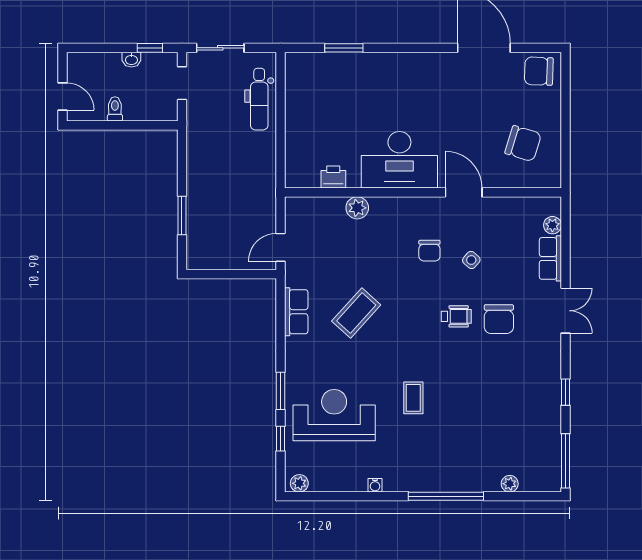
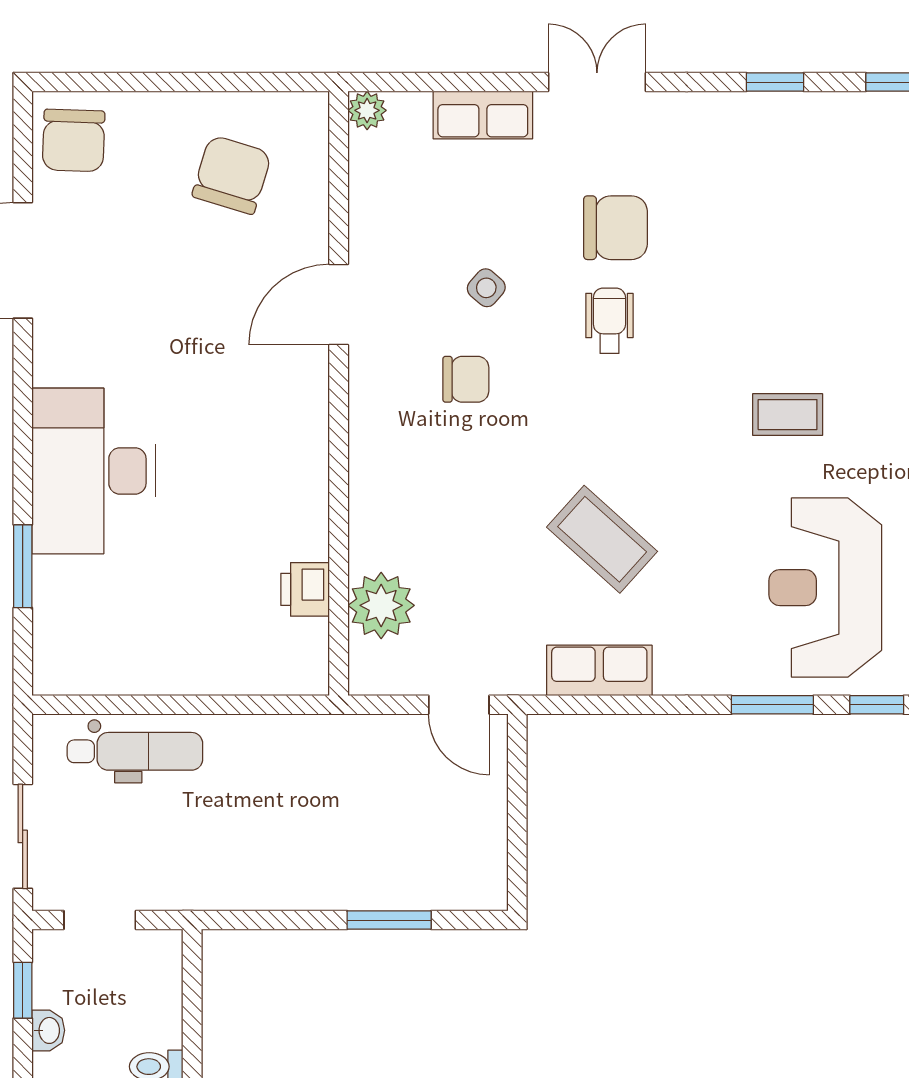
desk: (399, 160) -> (94, 471), moved, turned 180
plant: (357, 208) -> (381, 605), moved, width x1.36, depth x1.36
plant: (552, 225) -> (367, 110), moved

